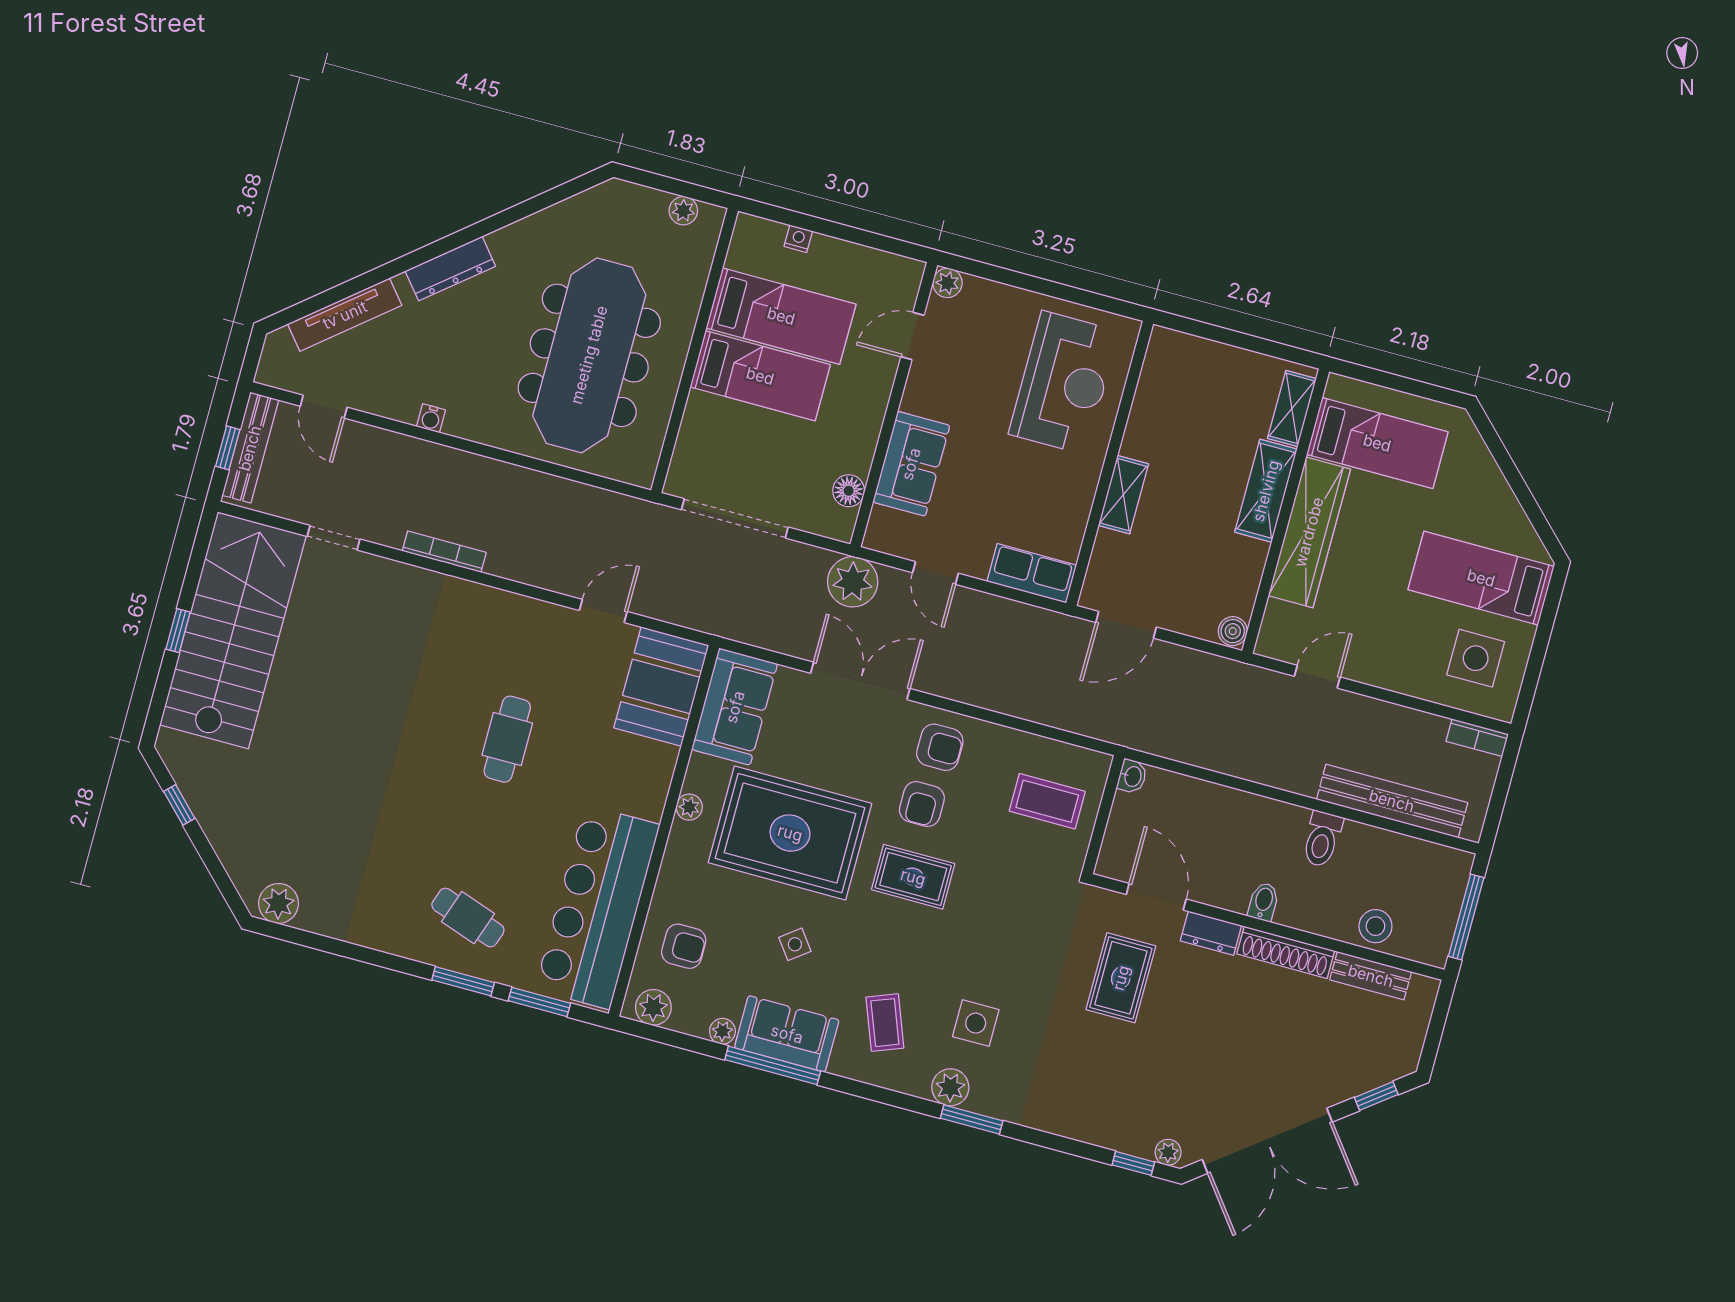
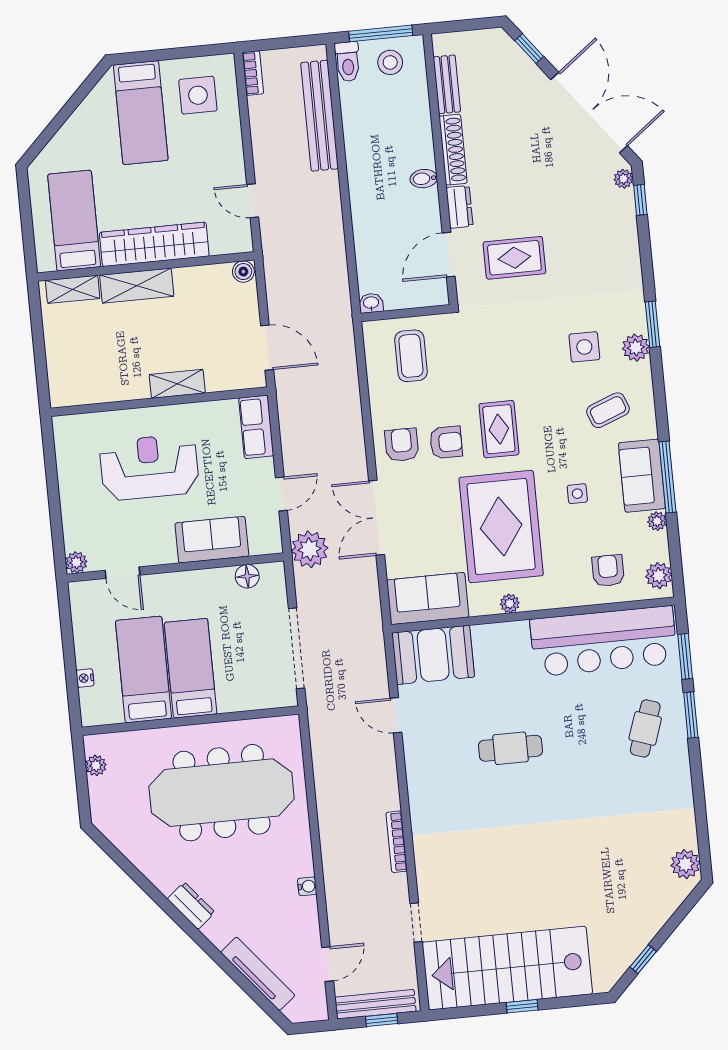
dresser: (450, 269) -> (191, 906), width x0.70
reception desk: (1064, 383) -> (149, 467), moved
toilet: (1322, 839) -> (348, 62), moved, turned 90
stool: (1375, 926) -> (390, 62), moved
side table: (795, 944) -> (577, 494), turned 37

